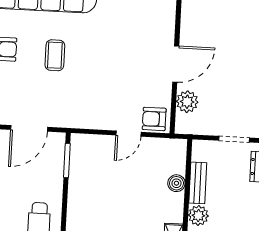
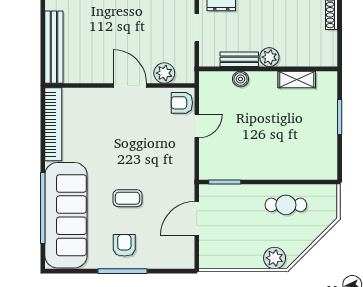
armchair: (154, 119) -> (182, 103), turned 90
door: (29, 128) -> (197, 219), swing flipped
door: (128, 134) -> (197, 126), hinge flipped

